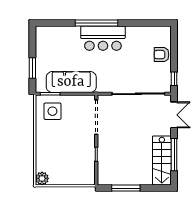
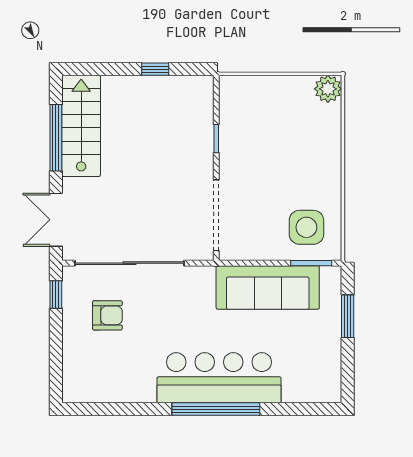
bar counter: (103, 38) -> (219, 378), width x1.36
armchair: (161, 55) -> (107, 315), moved
window: (126, 188) -> (155, 69), width x0.46

